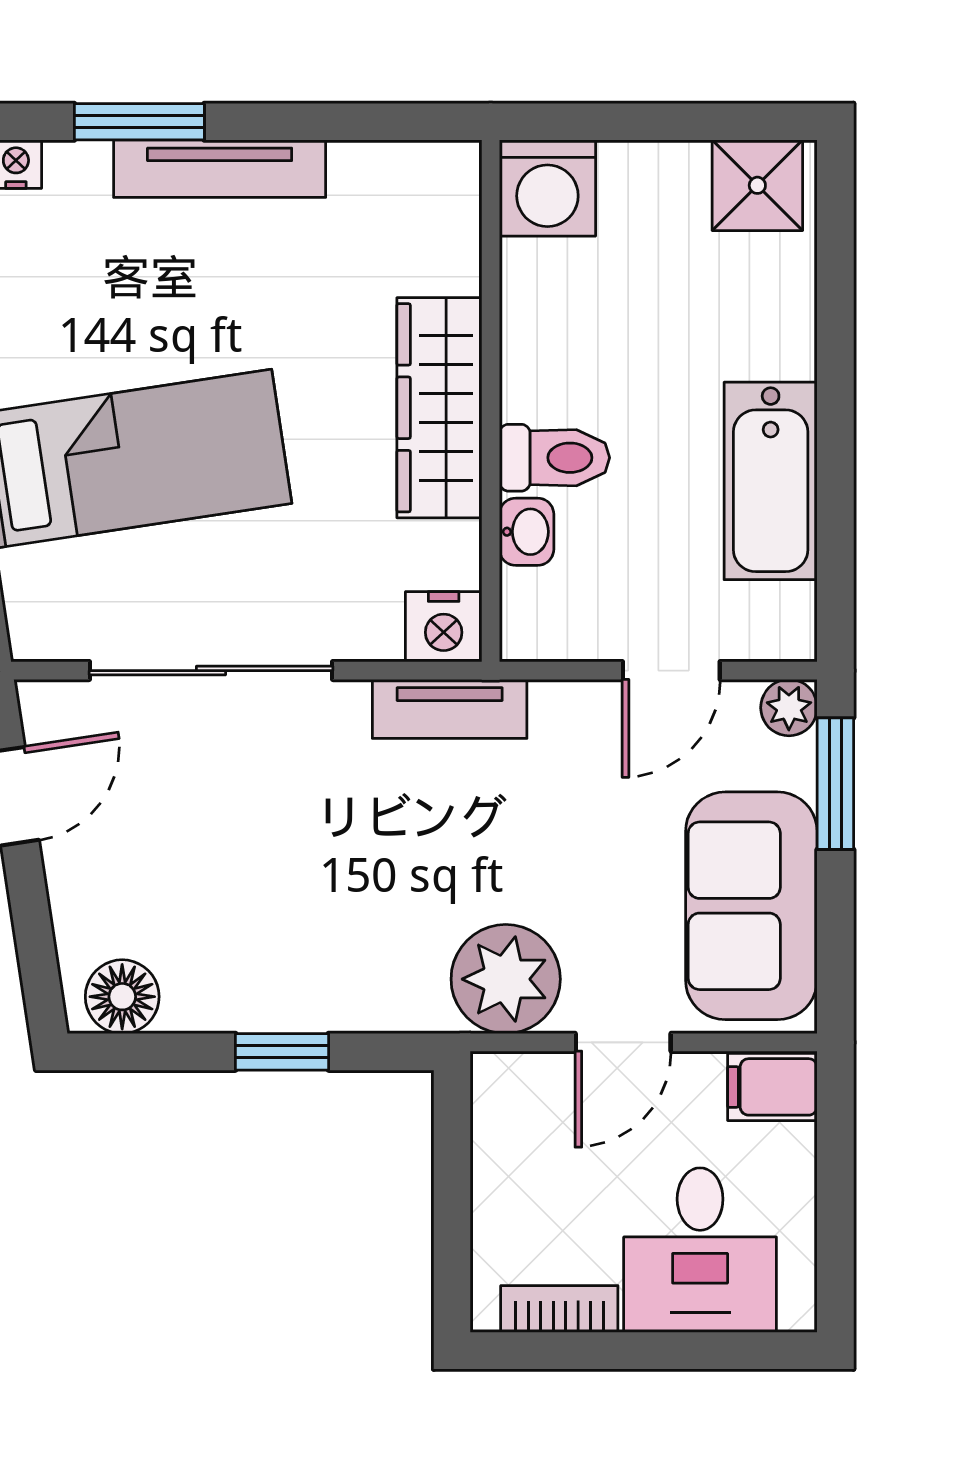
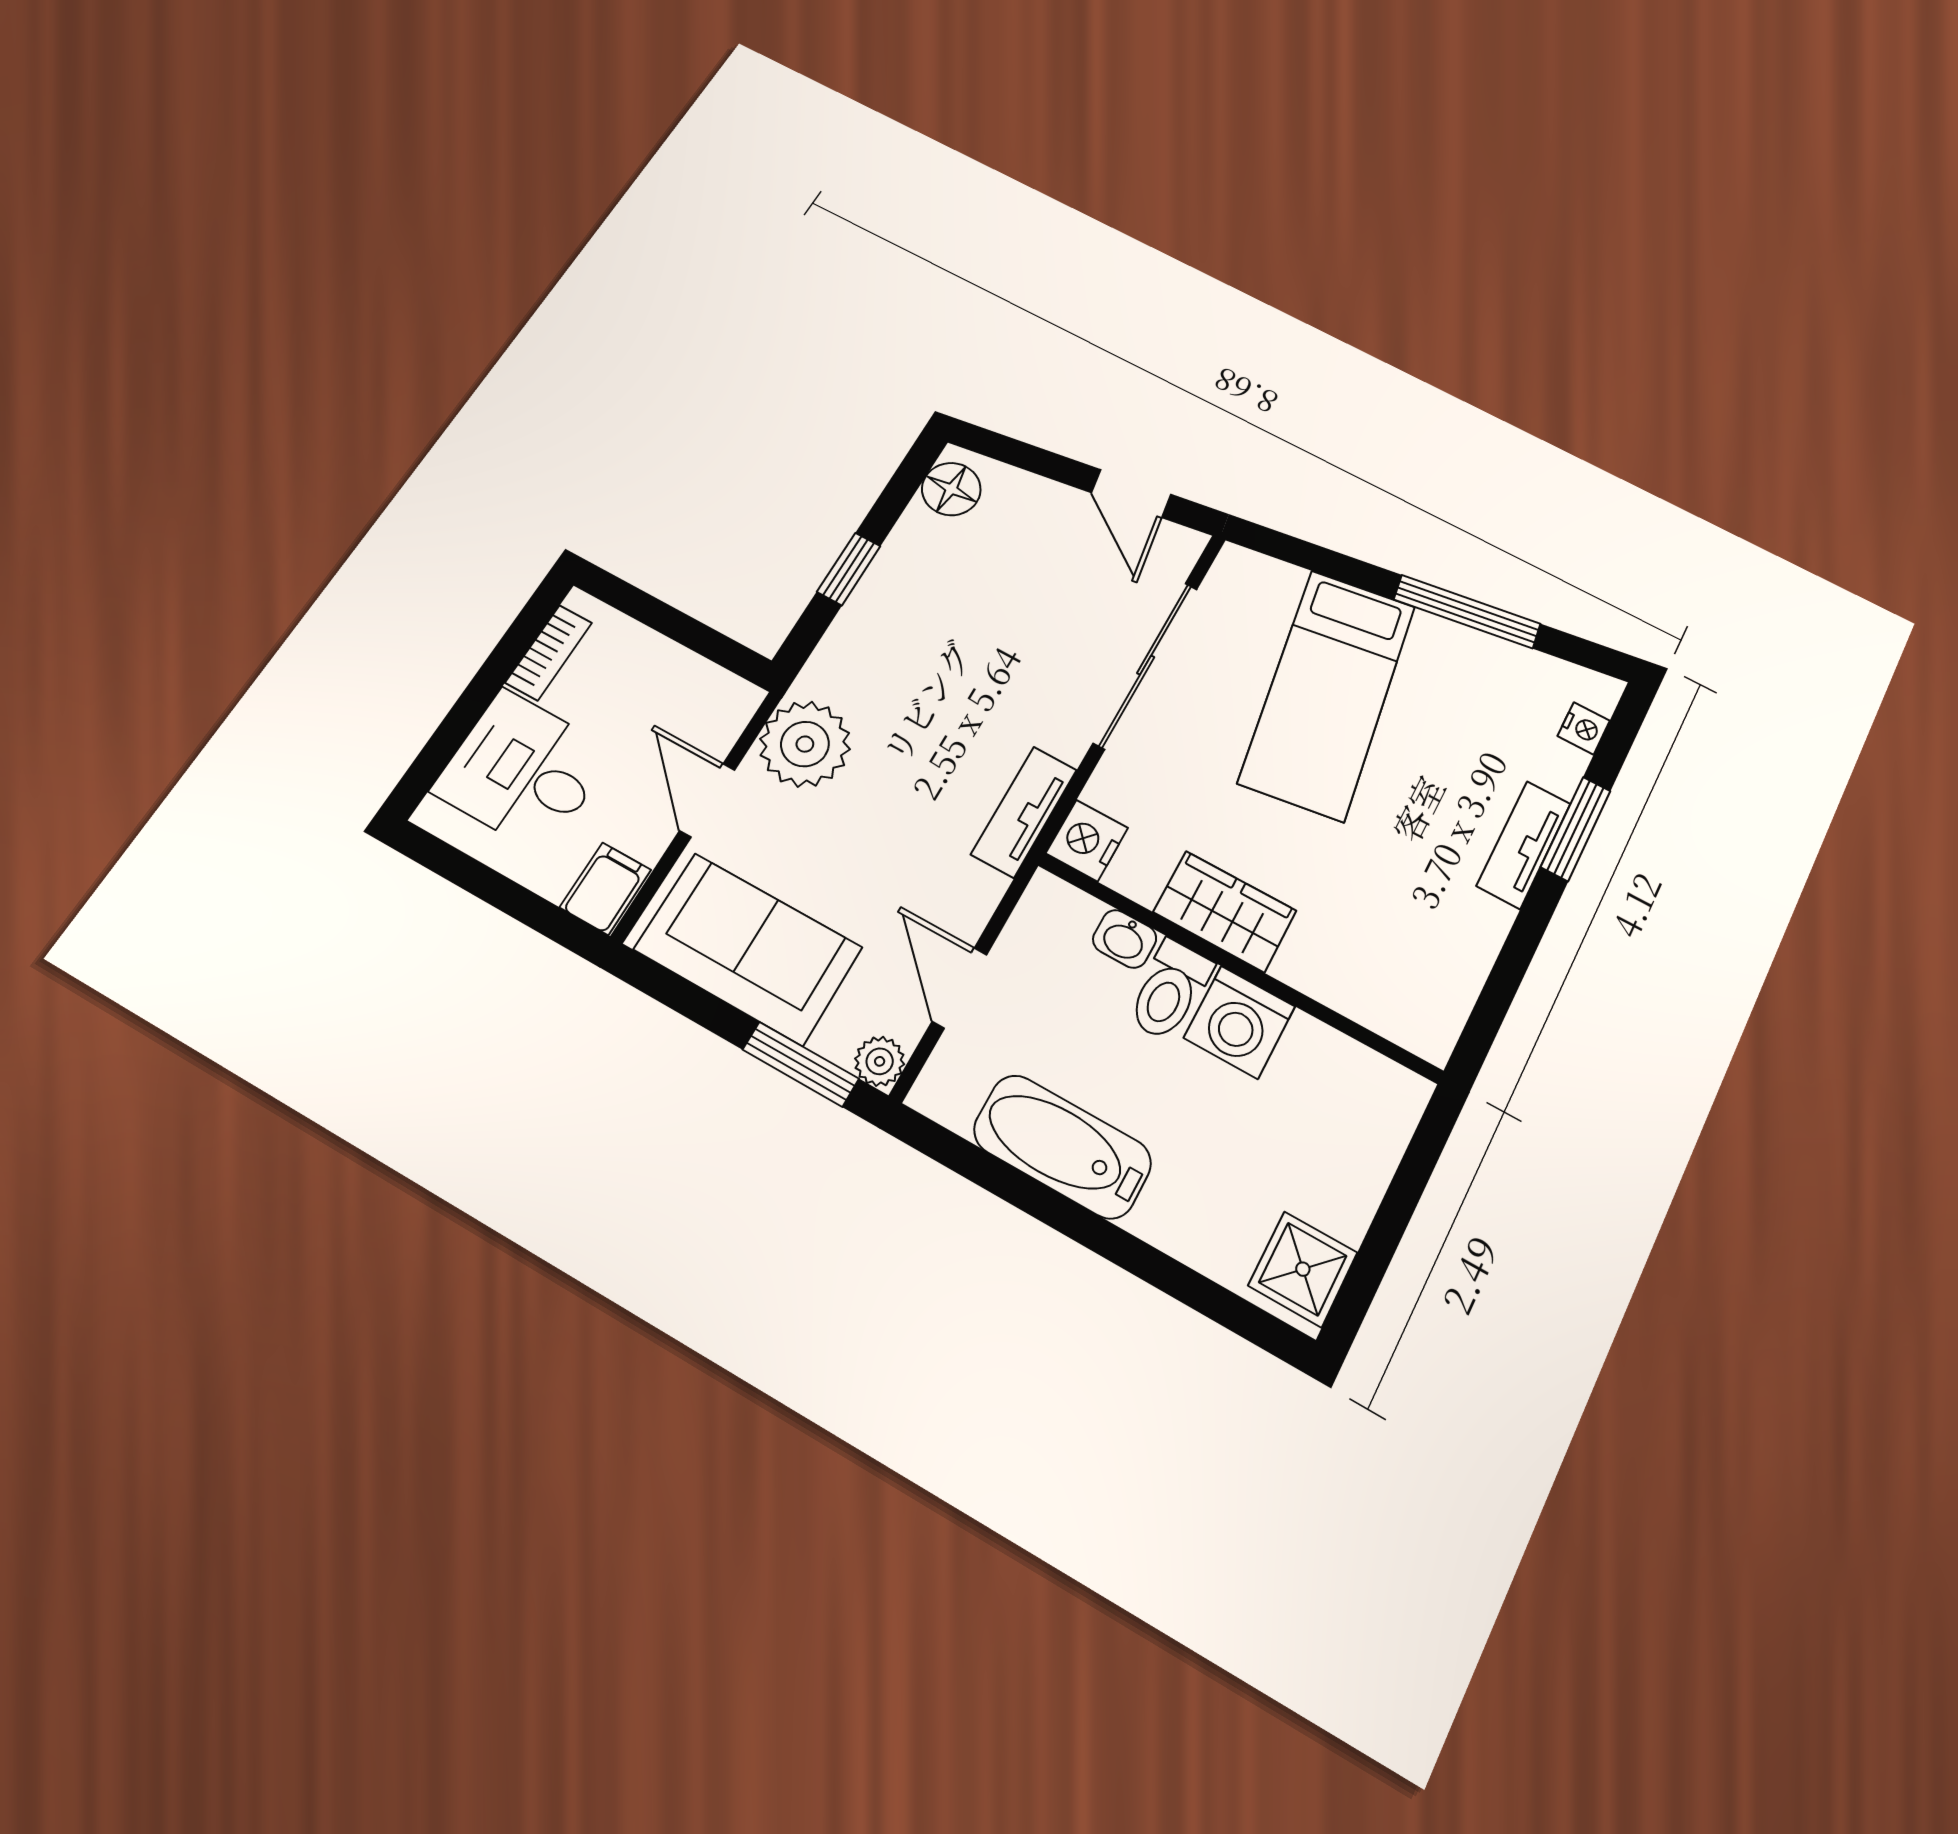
tv unit: (220, 169) -> (1524, 845), width x0.71
washing machine: (547, 188) -> (1239, 1022), moved, turned -90
wardrobe: (439, 408) -> (1225, 911), width x0.67

